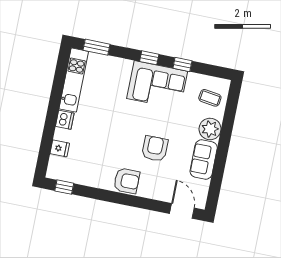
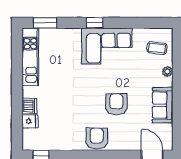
window: (182, 64) -> (126, 23), removed
dishwasher: (65, 120) -> (29, 106), moved
plant: (210, 129) -> (167, 72), width x0.53, depth x0.53
armchair: (127, 181) -> (97, 138), turned -90

